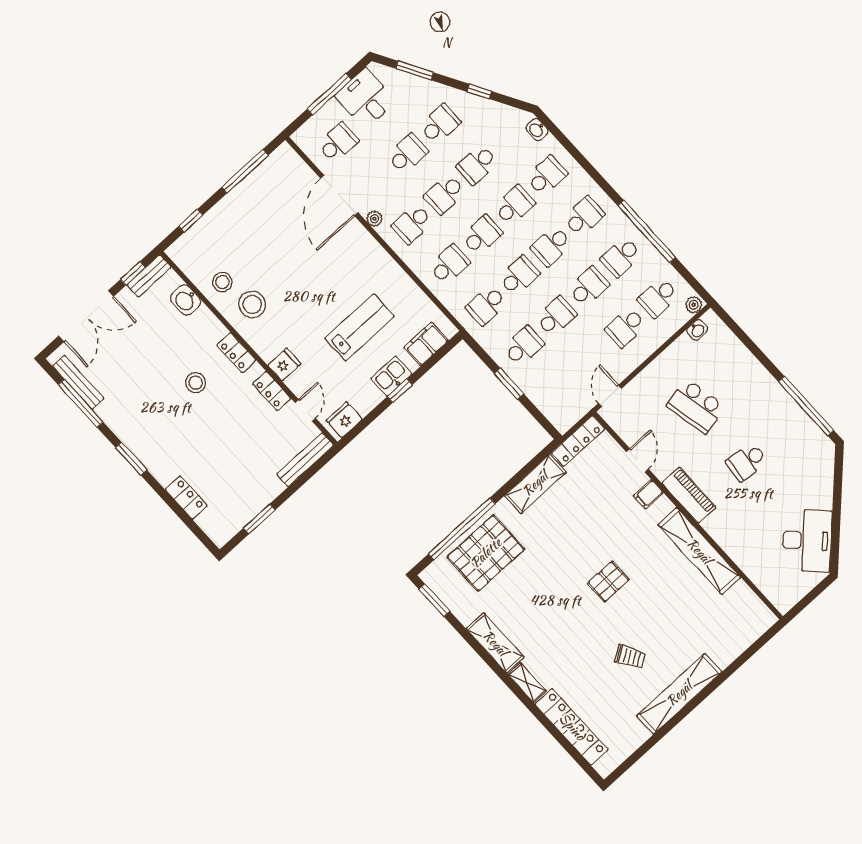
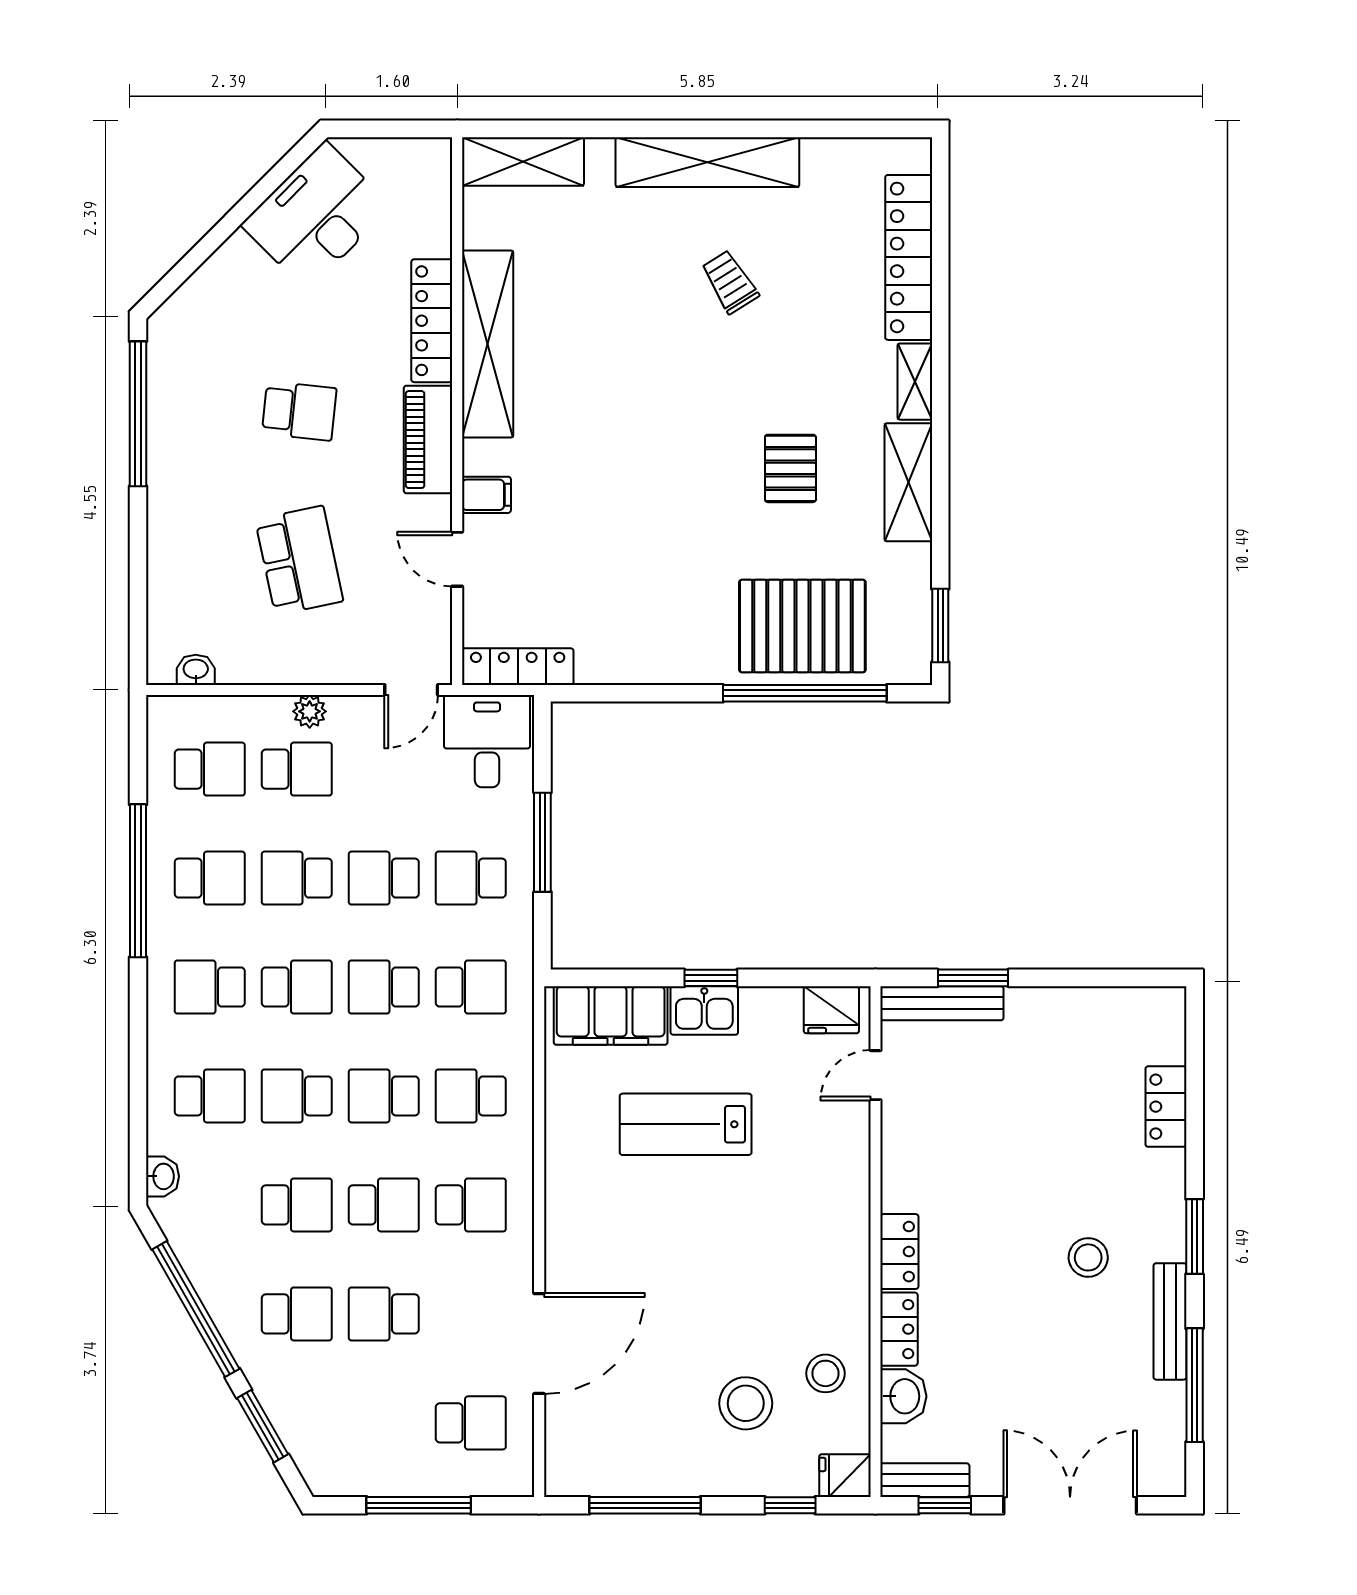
window: (479, 91) -> (196, 1309), width x3.17
desk: (365, 98) -> (487, 741), moved, turned 180
school desk: (440, 124) -> (297, 1314), turned 180
school desk: (338, 143) -> (471, 1423), turned 180
school desk: (547, 176) -> (210, 1096), turned 180
plant: (375, 219) -> (519, 1263), removed
stool: (252, 304) -> (746, 1403), moved
plant: (694, 305) -> (310, 711), moved
filing cabinet: (426, 344) -> (611, 1015), width x1.50, depth x1.17
fridge: (284, 364) -> (845, 1476), moved
bench: (78, 382) -> (1170, 1321), moved
stool: (196, 383) -> (1088, 1257), moved
window: (509, 384) -> (542, 842), width x1.44
locker: (272, 391) -> (899, 1329), moved
door: (637, 460) -> (457, 559), hinge flipped
shelving: (535, 484) -> (523, 161), moved
window: (259, 519) -> (973, 978), moved
locker: (728, 541) -> (432, 321), added
pallet: (608, 581) -> (790, 468), moved, turned 90

